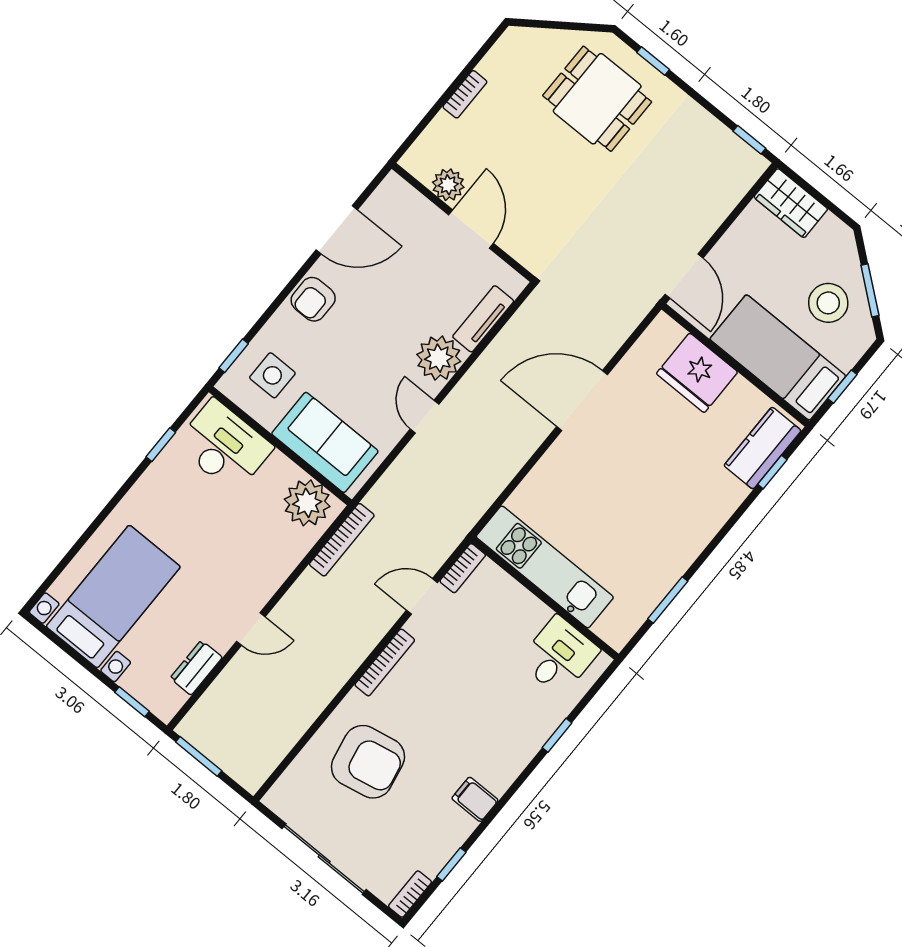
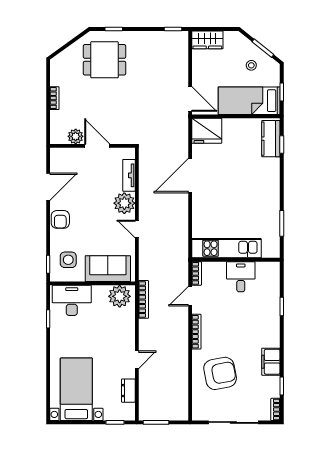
stool: (828, 303) -> (251, 65), width x0.53, depth x0.53
fridge: (697, 373) -> (207, 131), moved
desk: (559, 656) -> (241, 277), moved
filing cabinet: (475, 799) -> (271, 362), width x2.00

